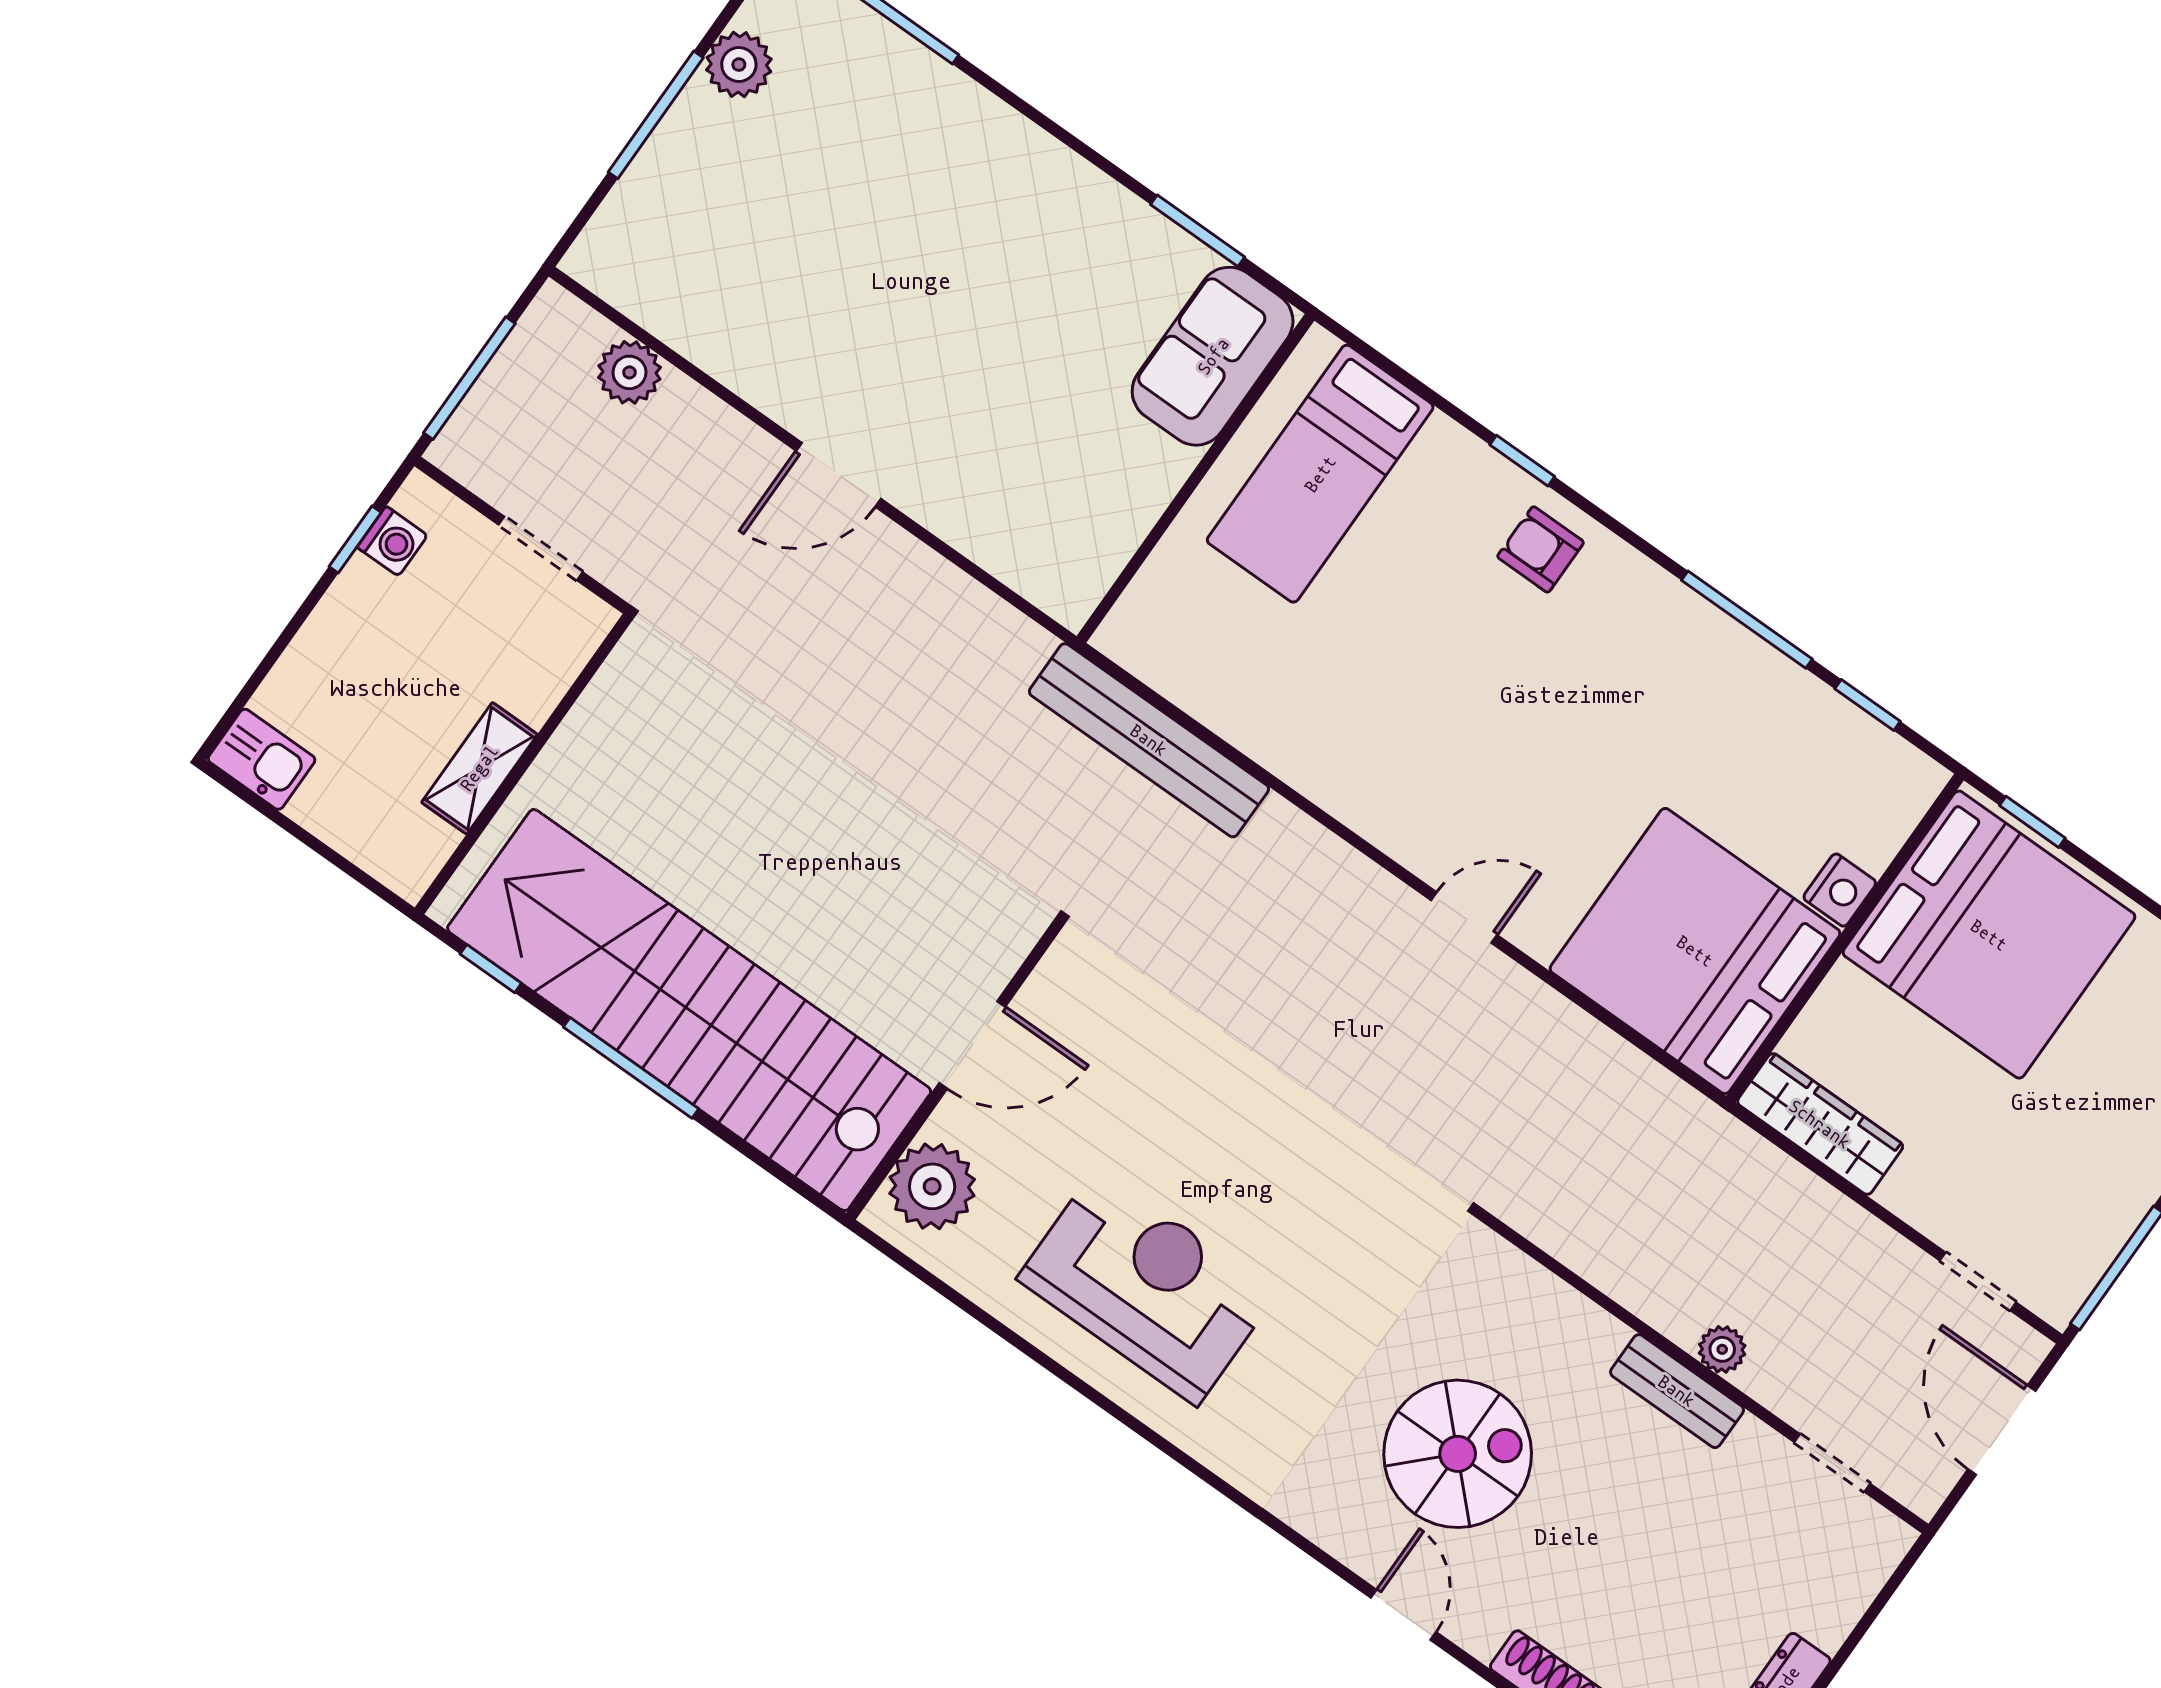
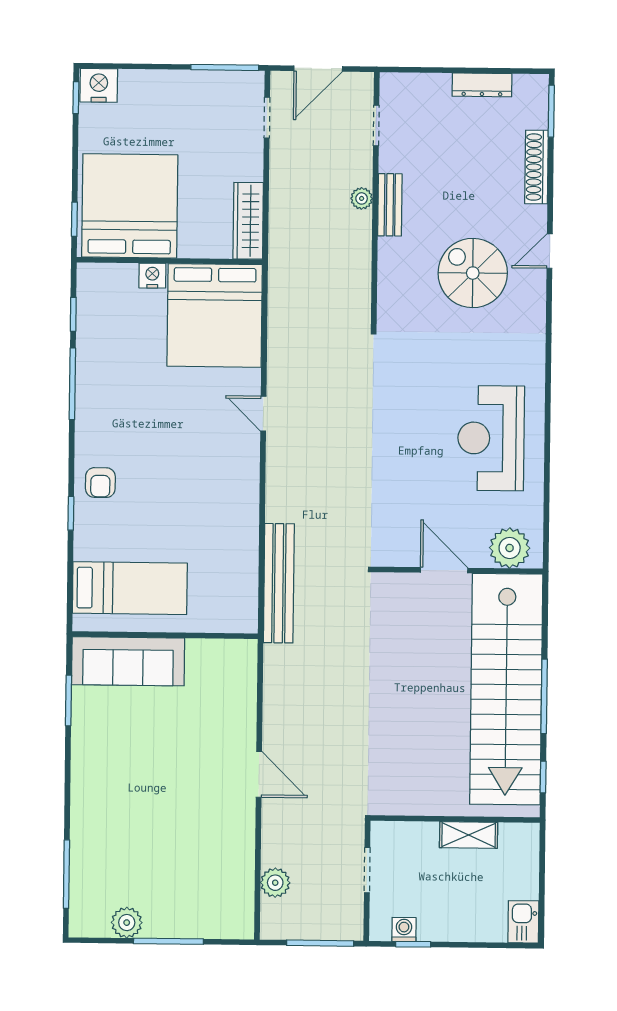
sofa: (1213, 356) -> (128, 661), width x1.36

